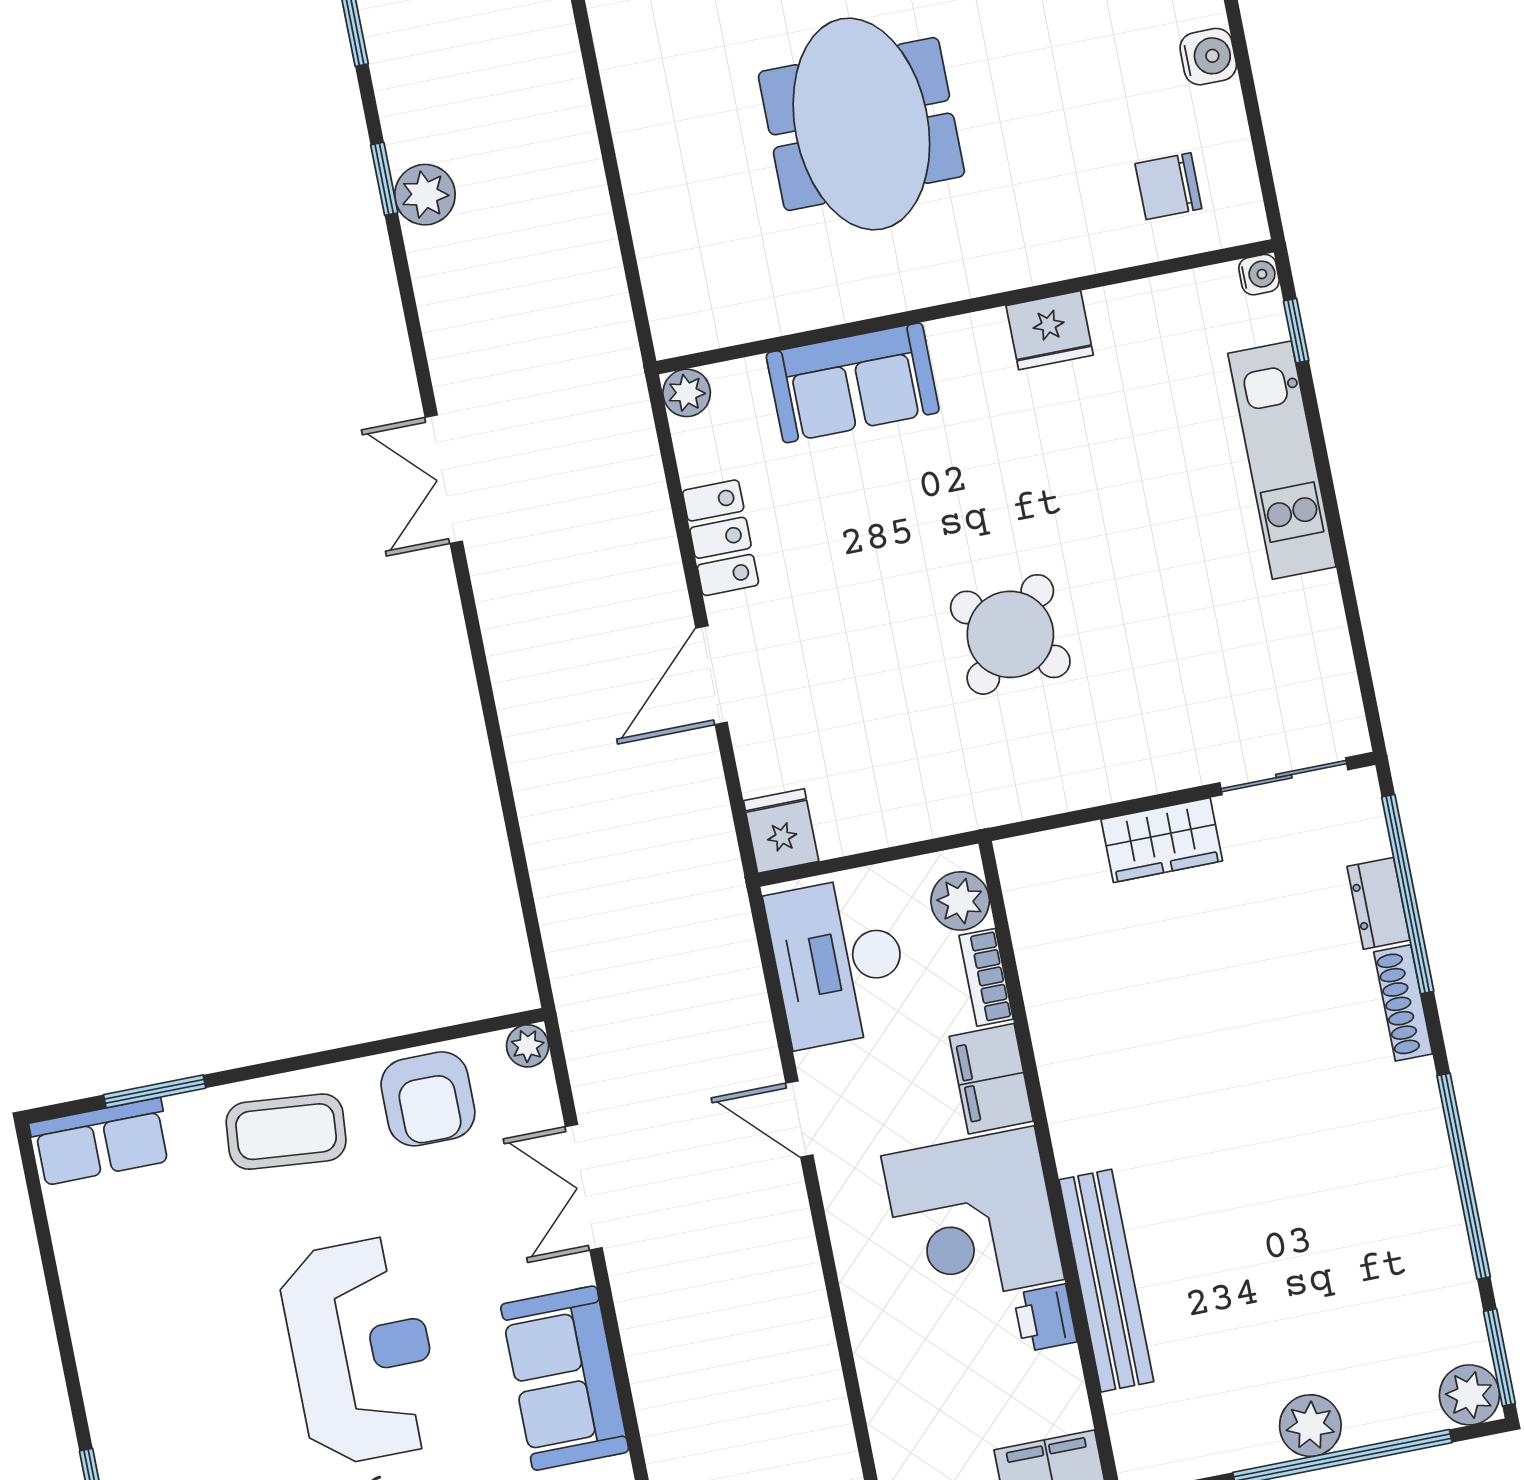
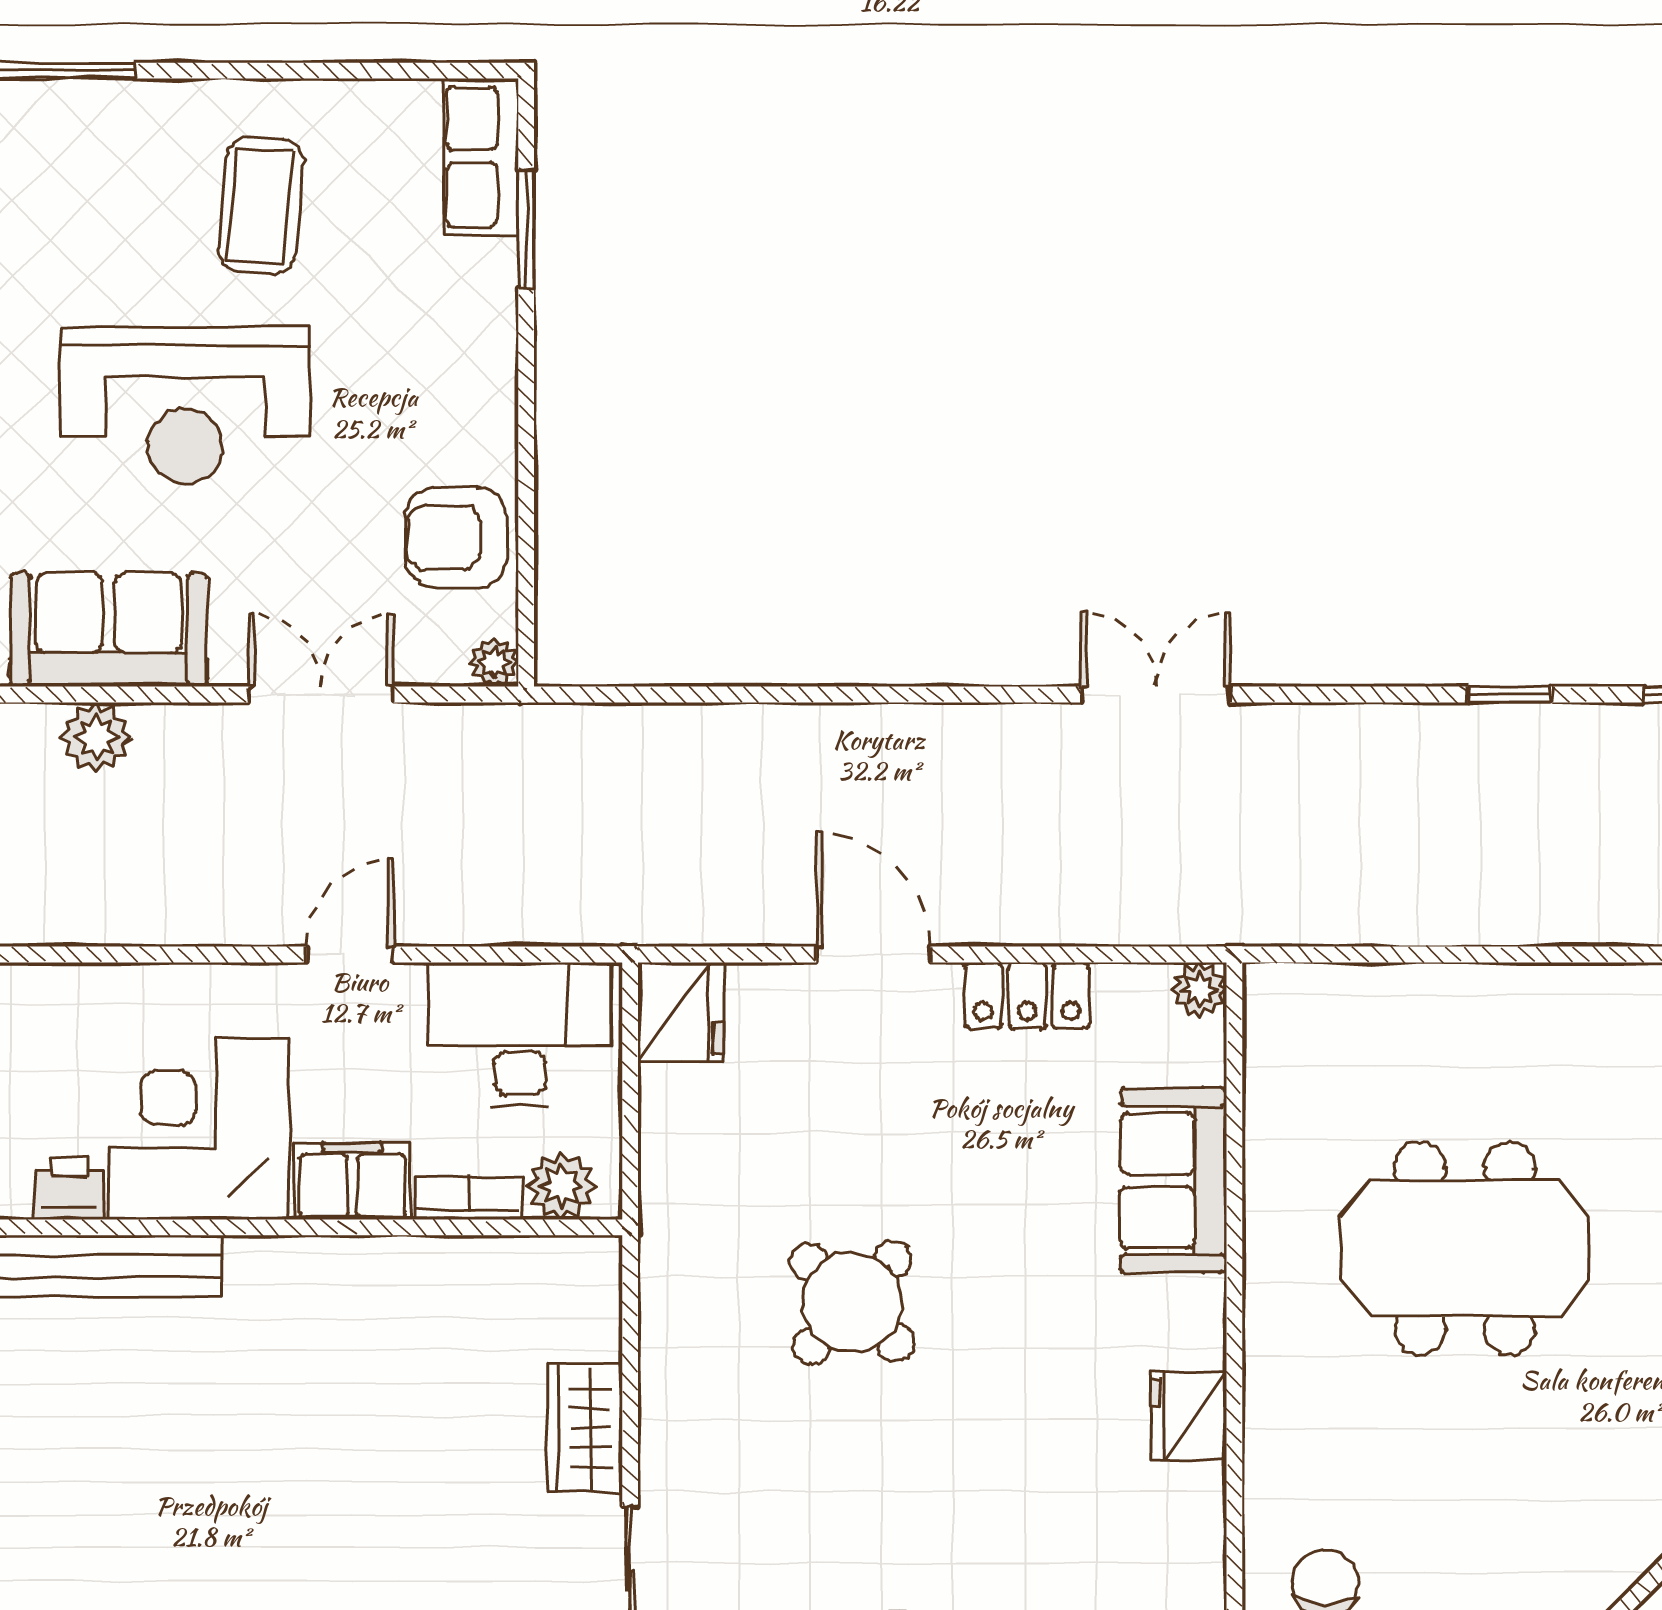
plant: (425, 195) -> (96, 737), moved
fridge: (781, 831) -> (681, 1012), width x1.38
coffee table: (286, 1132) -> (261, 206), moved

